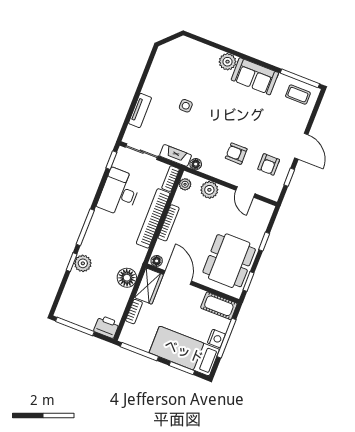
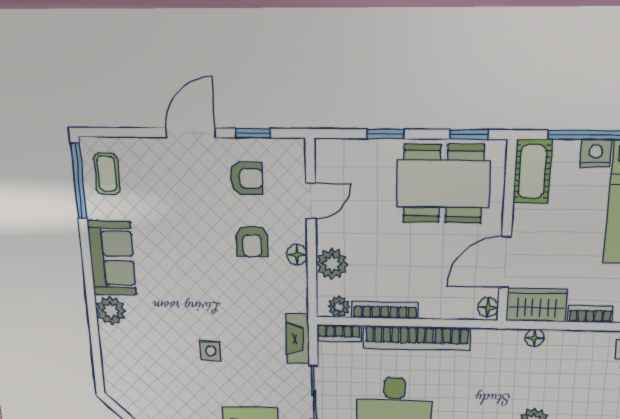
floor lamp: (196, 164) -> (297, 255), moved
bookcase: (169, 223) -> (385, 310), moved
floor lamp: (127, 278) -> (535, 338), width x0.53, depth x0.53

